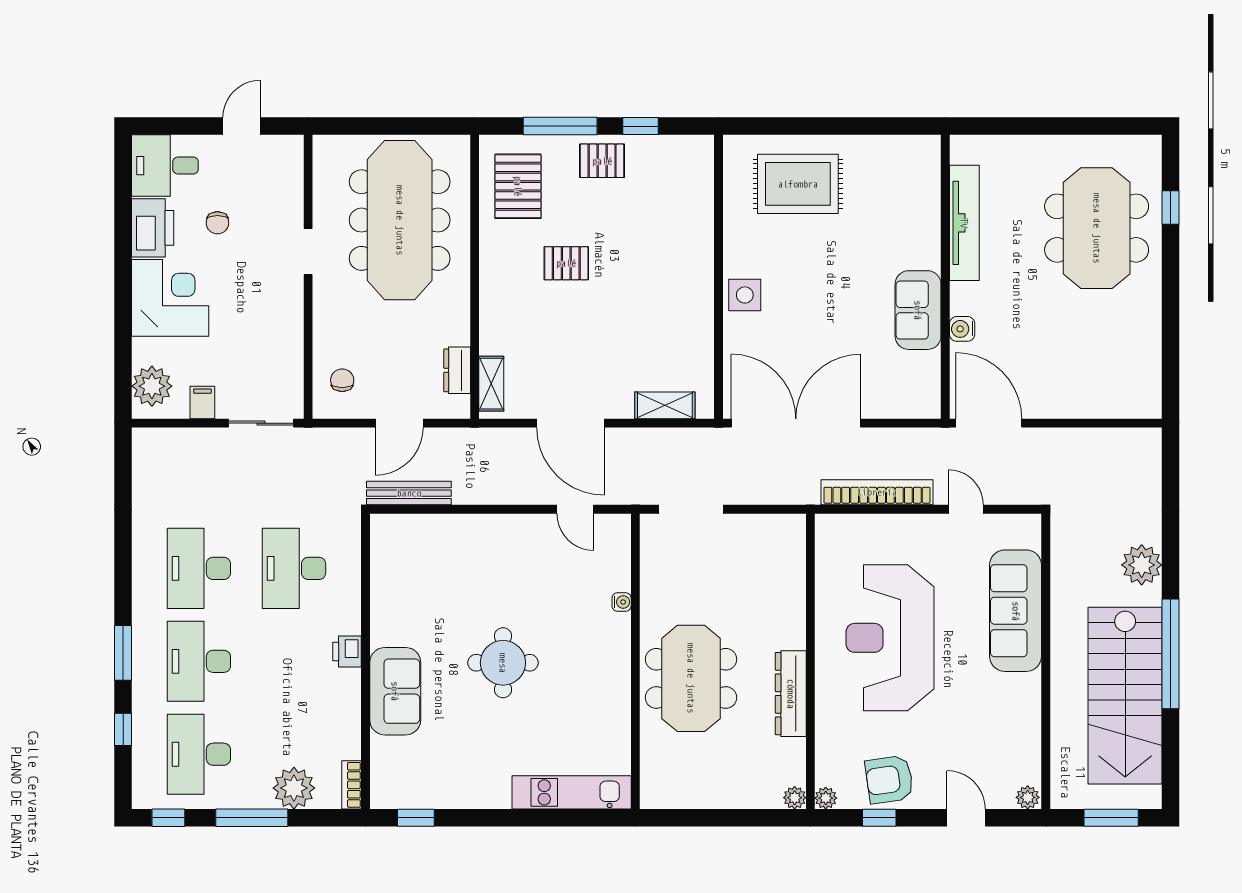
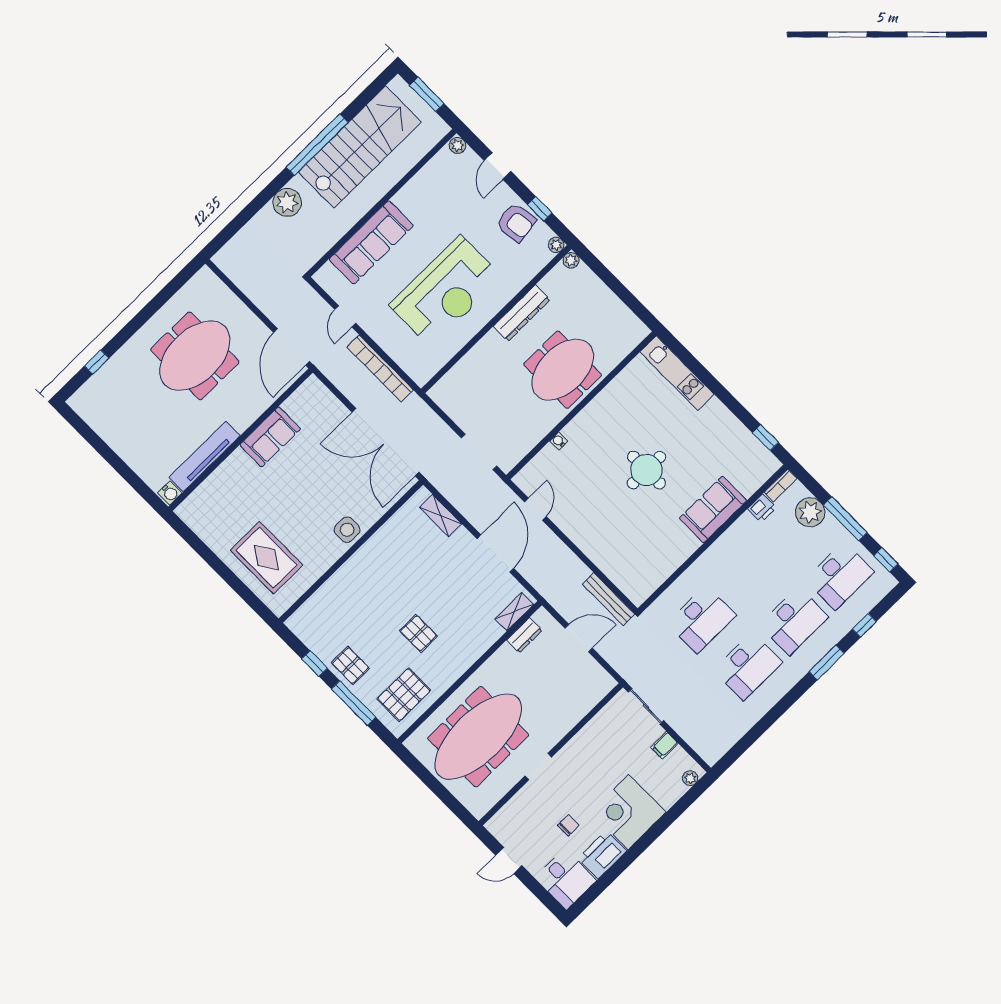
meeting table: (1097, 228) -> (195, 356), moved
water cooler: (962, 329) -> (170, 493), moved
chair: (342, 380) -> (585, 687), removed
plant: (152, 386) -> (690, 778), width x0.53, depth x0.53
printer: (347, 651) -> (762, 508), moved

